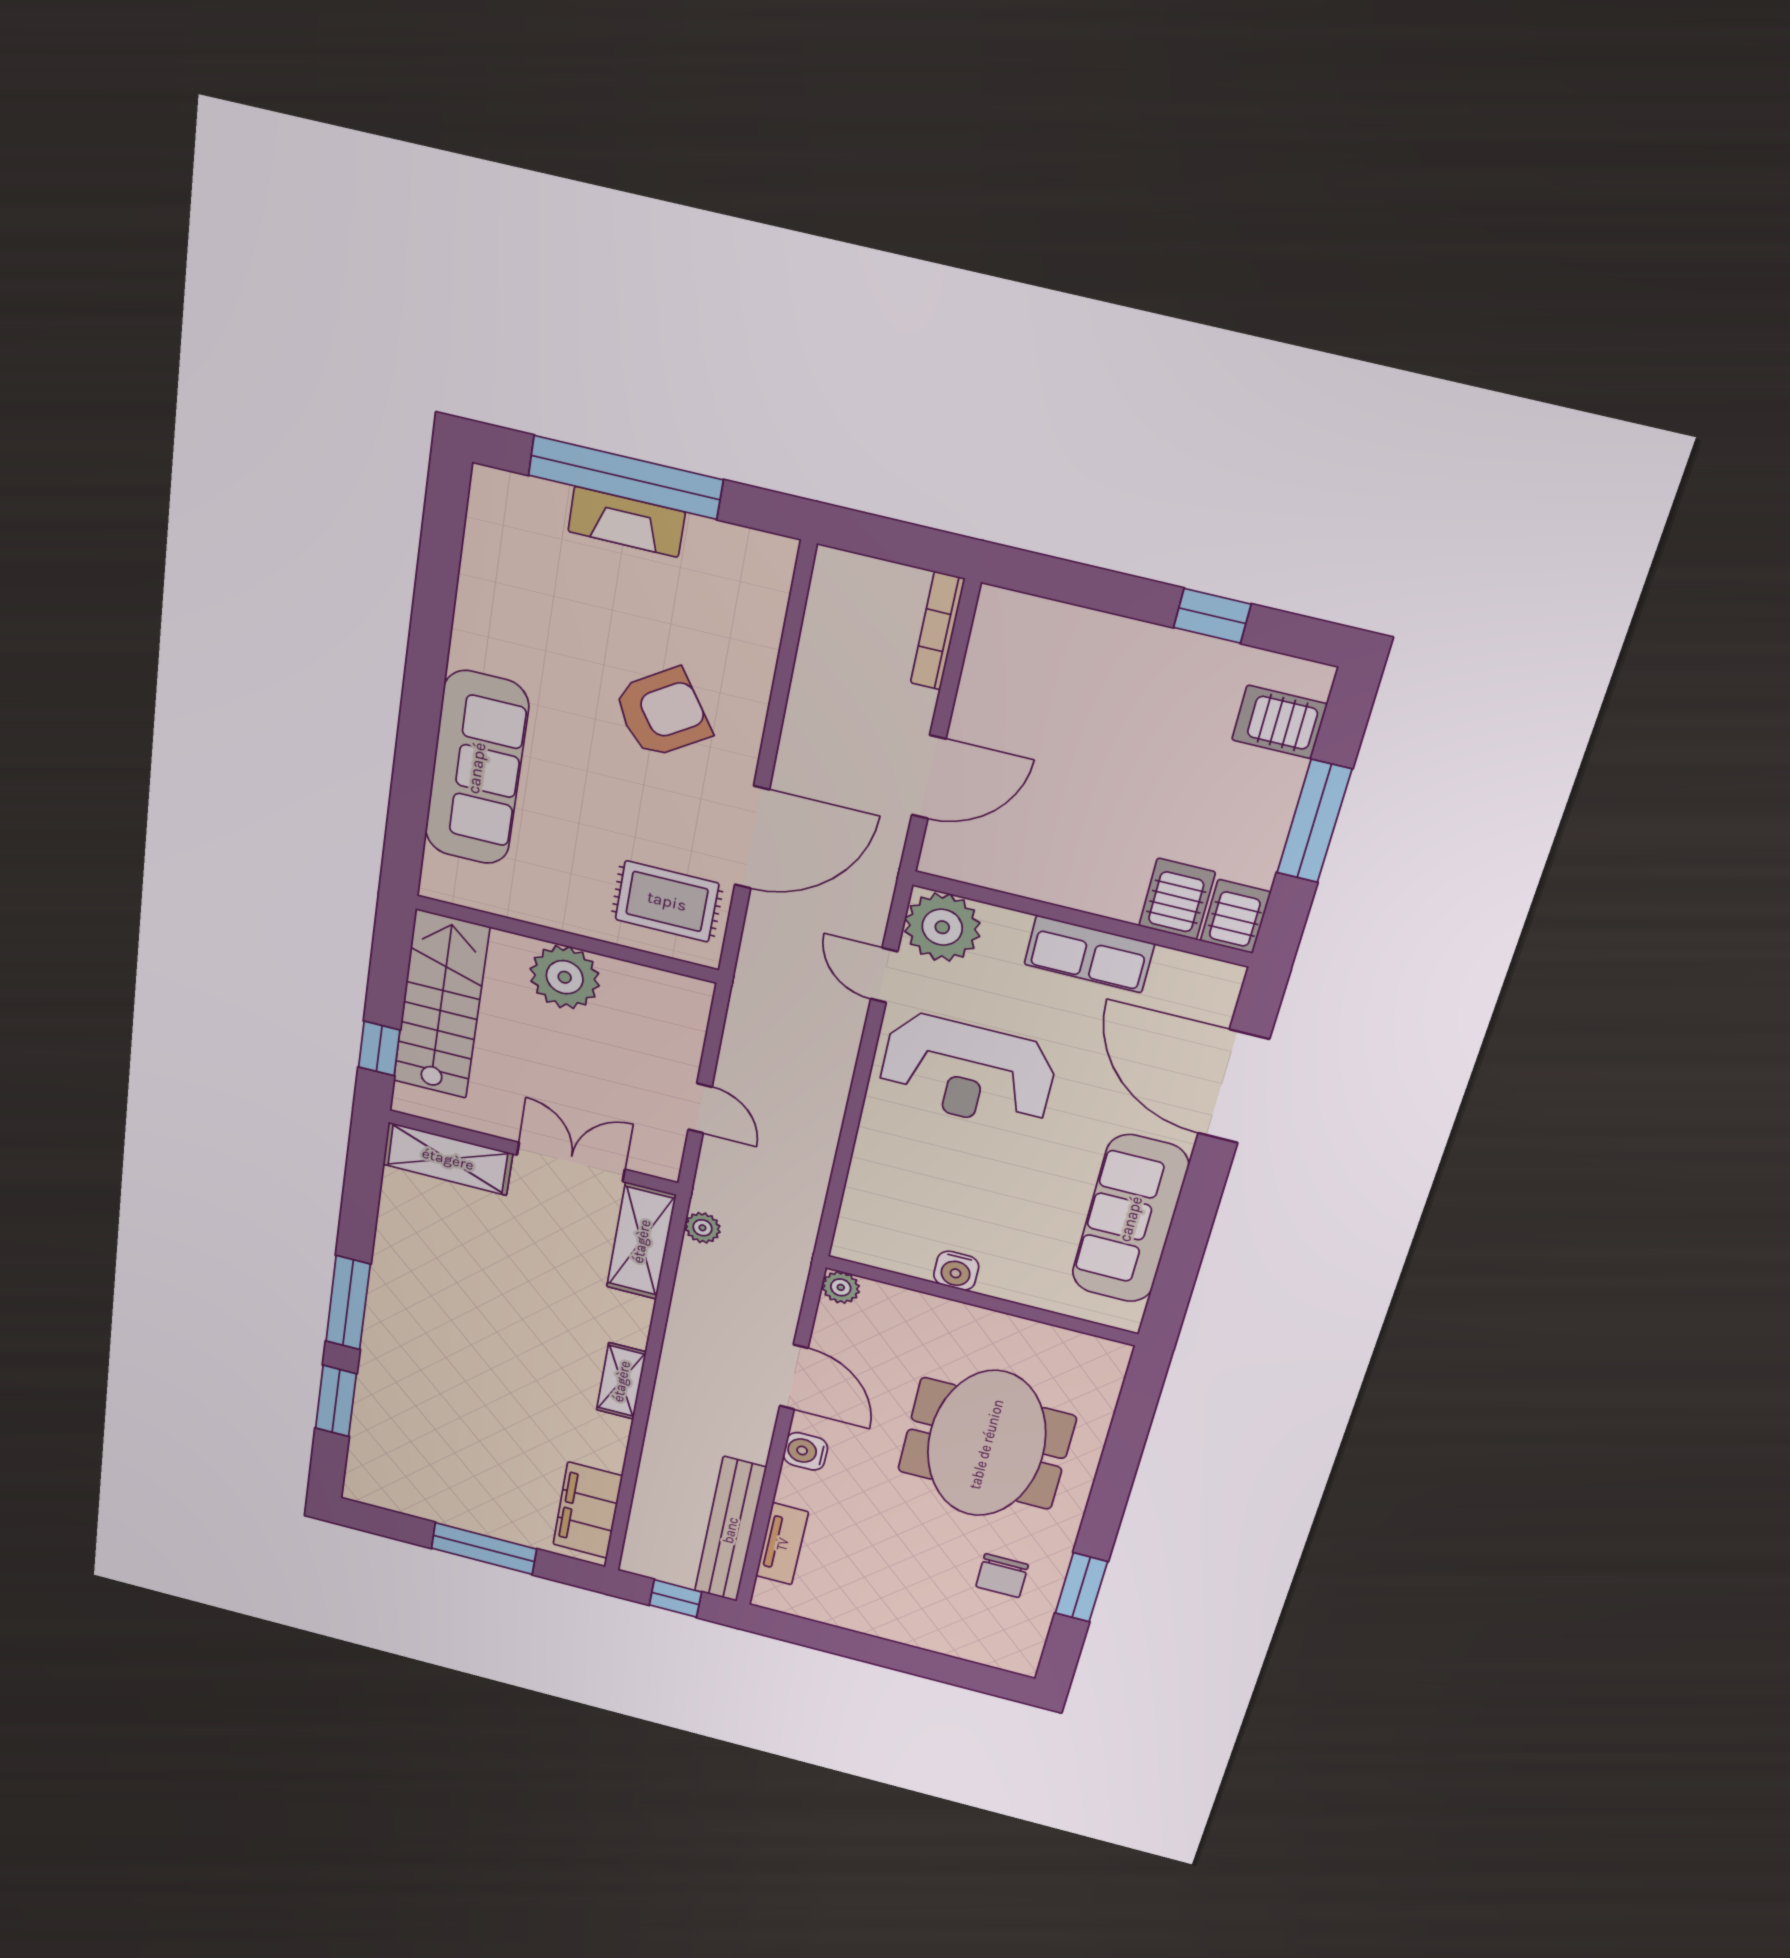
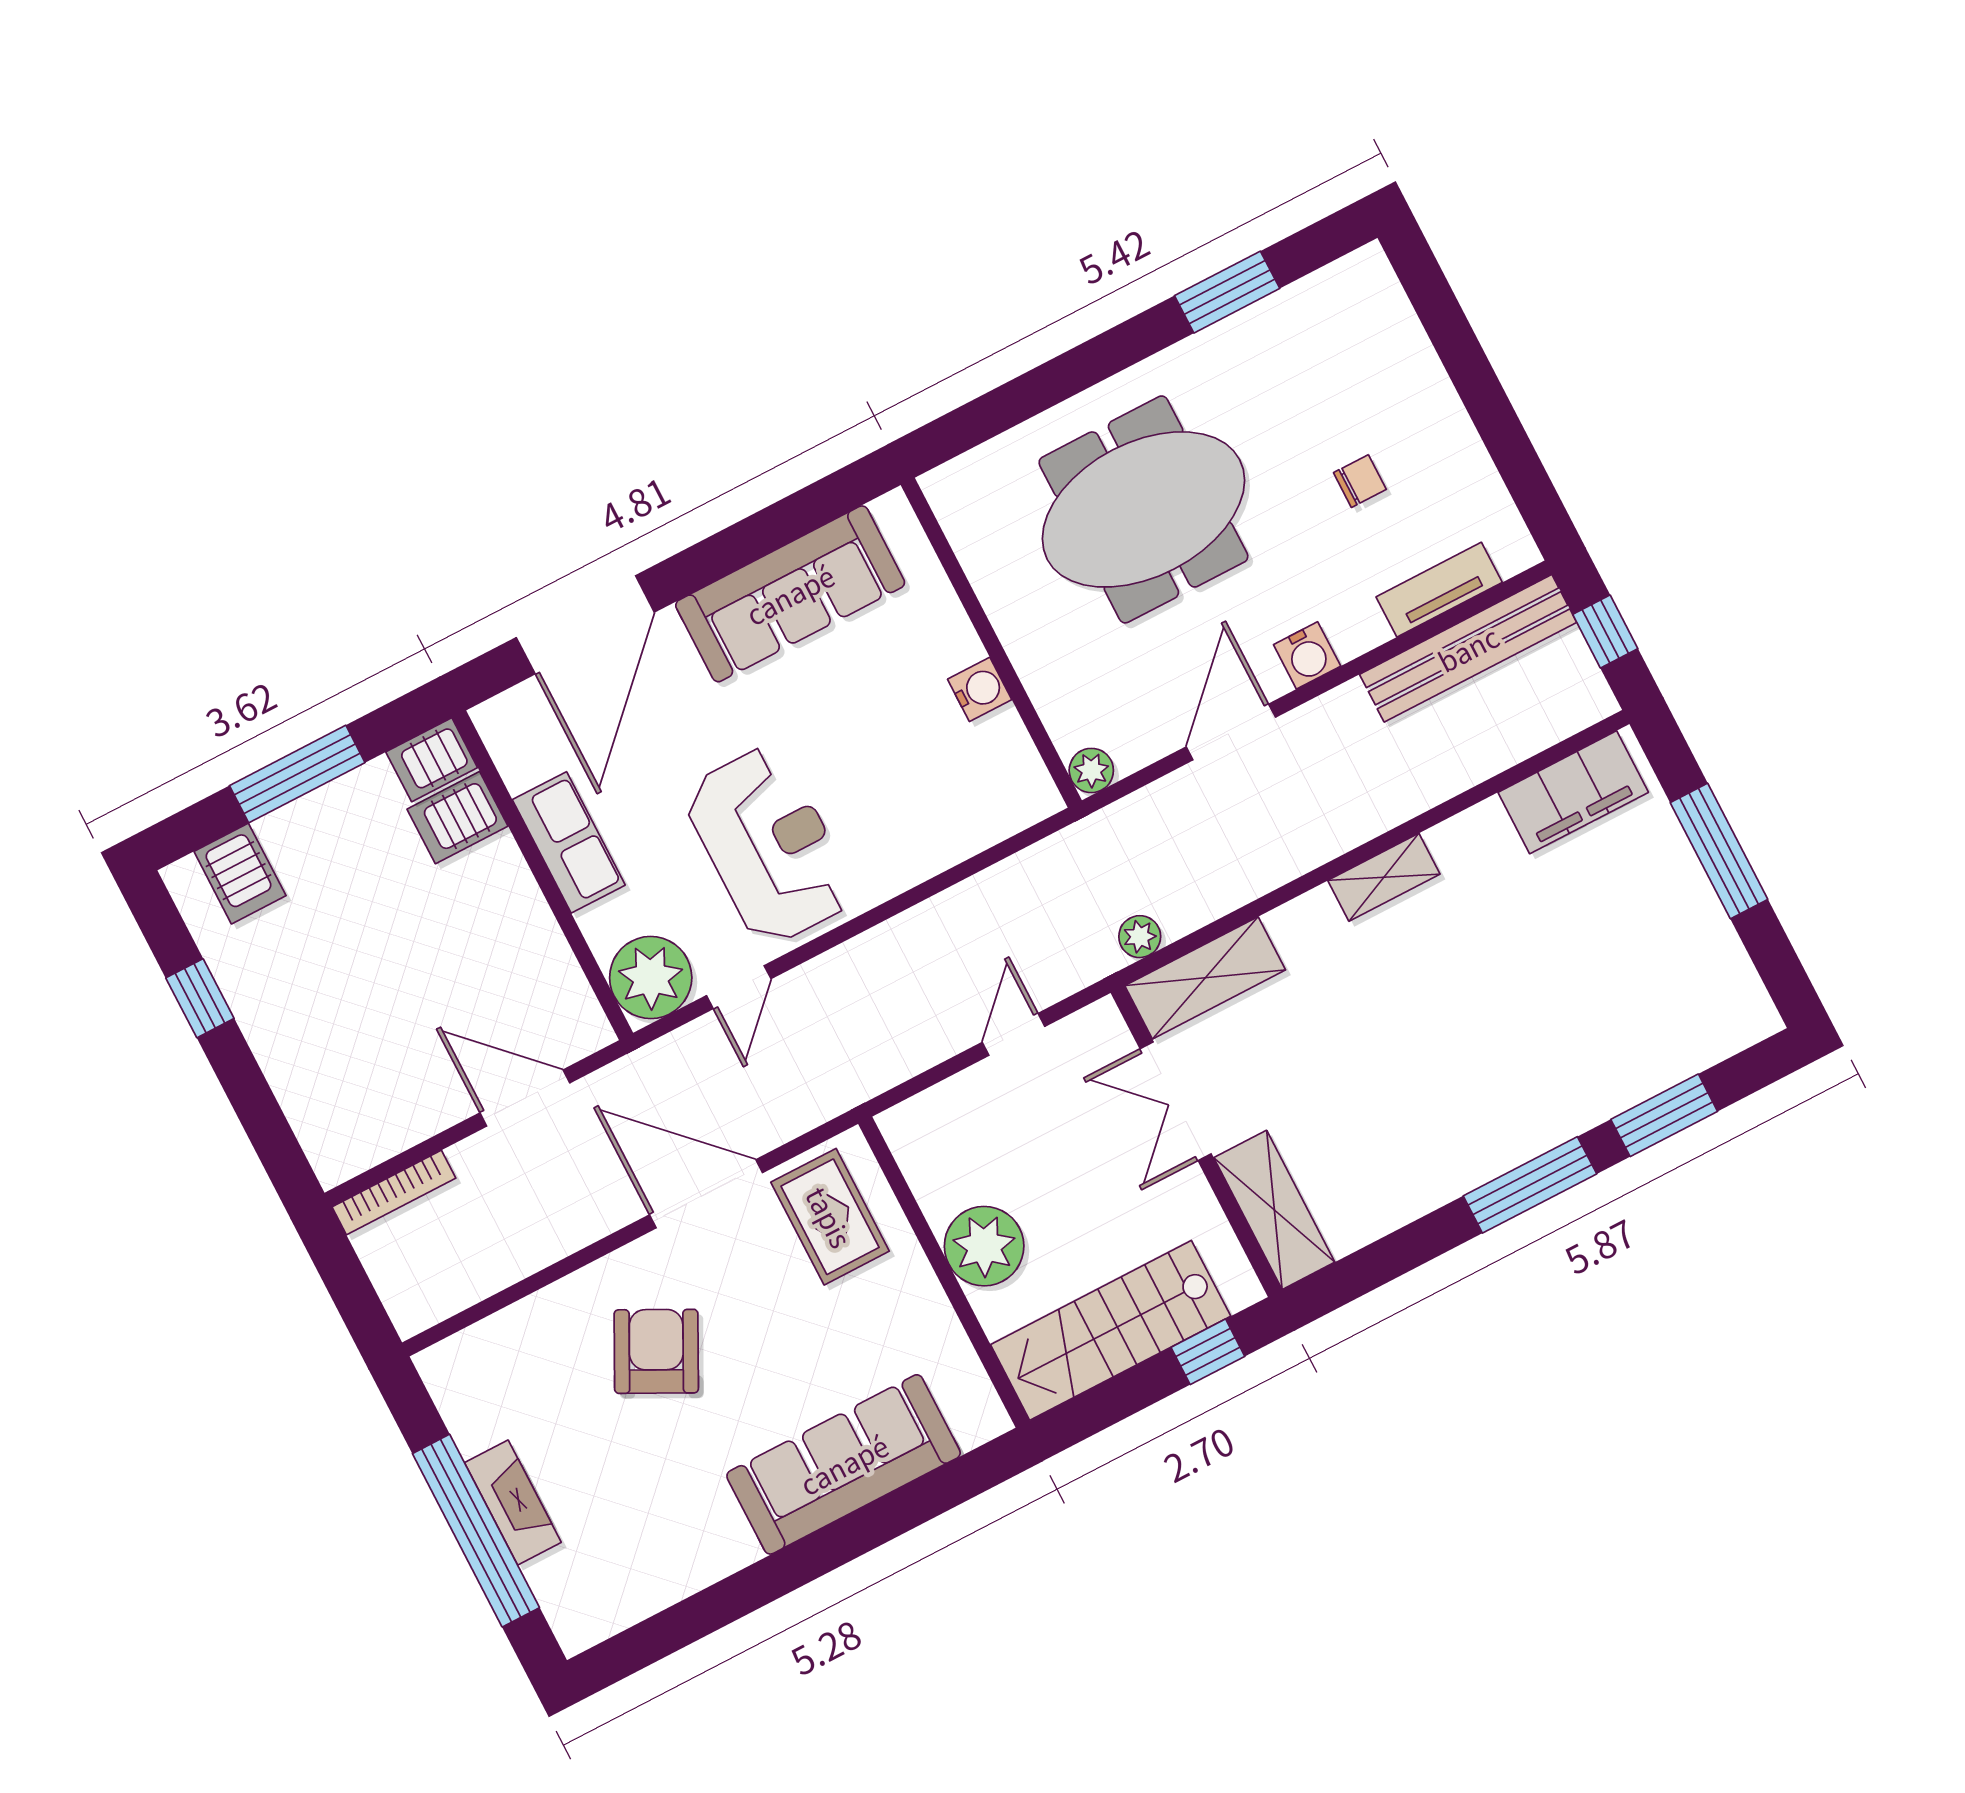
armchair: (662, 713) -> (656, 1351), turned 61
chair: (1002, 1576) -> (1360, 481), moved, width x0.73, depth x0.73

